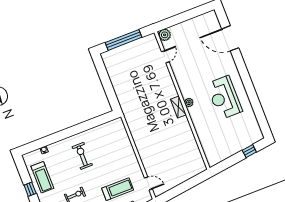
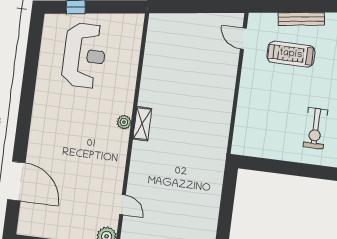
door: (165, 57) -> (122, 205), swing flipped
reception desk: (224, 98) -> (84, 55), moved

